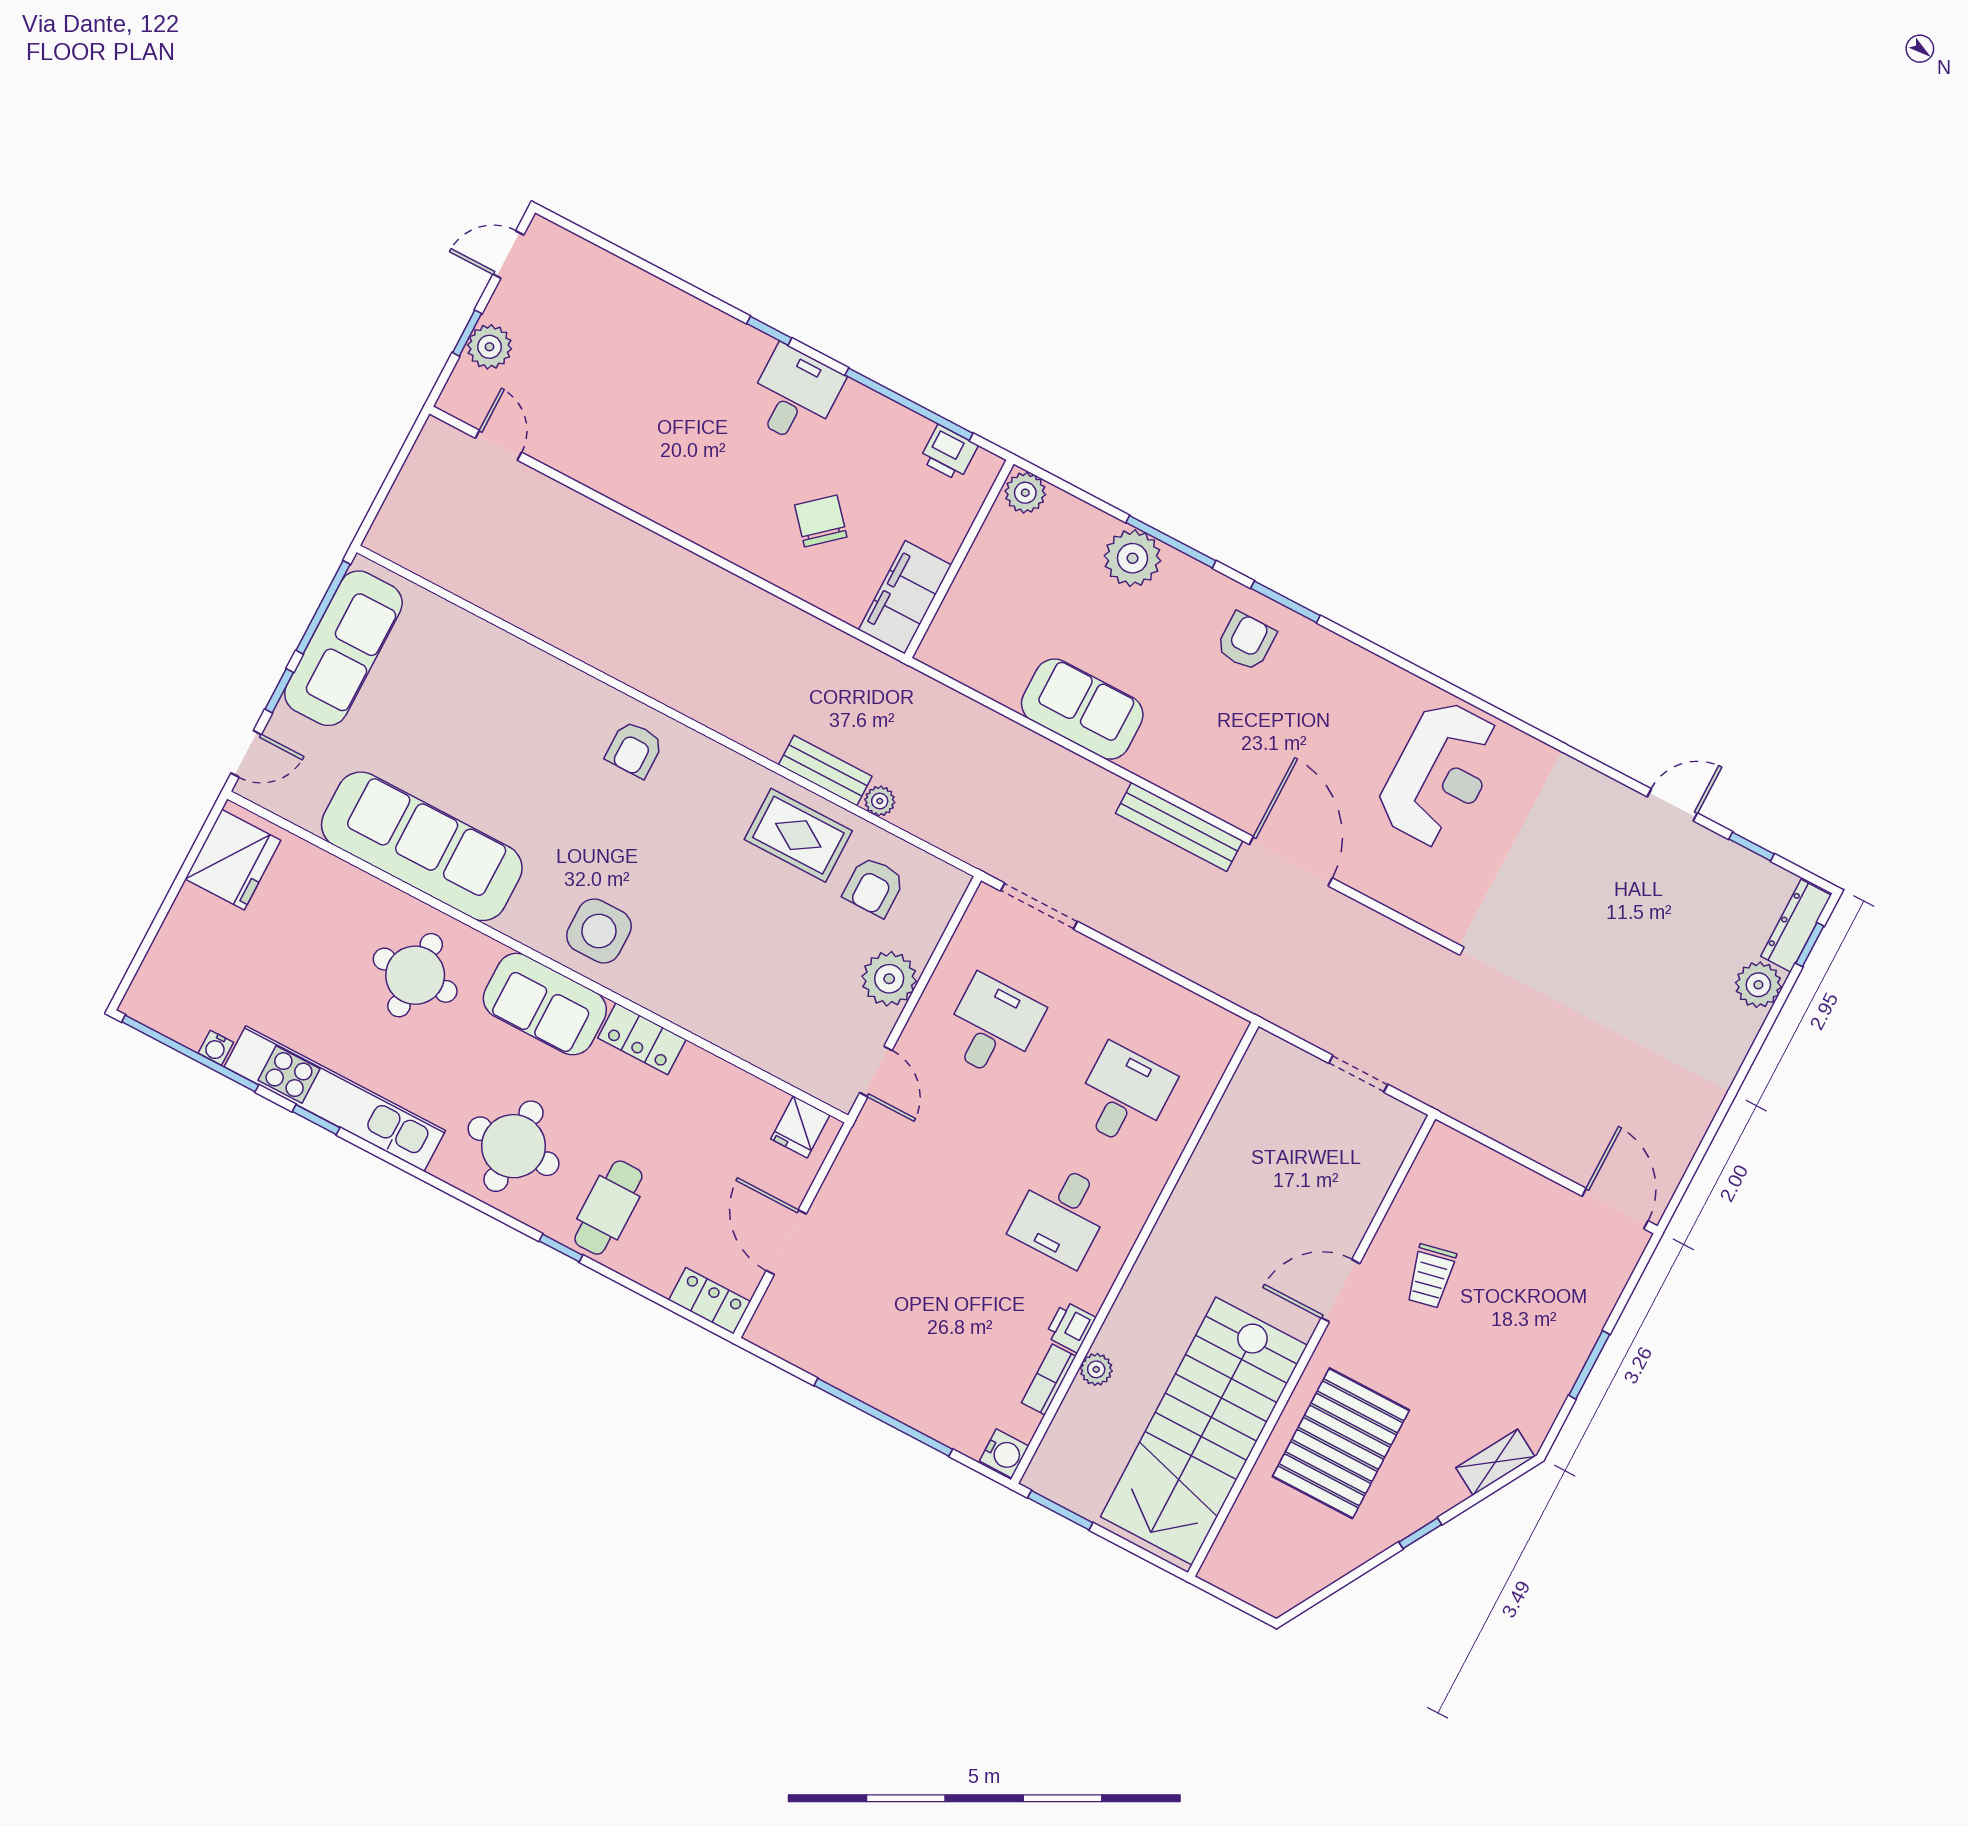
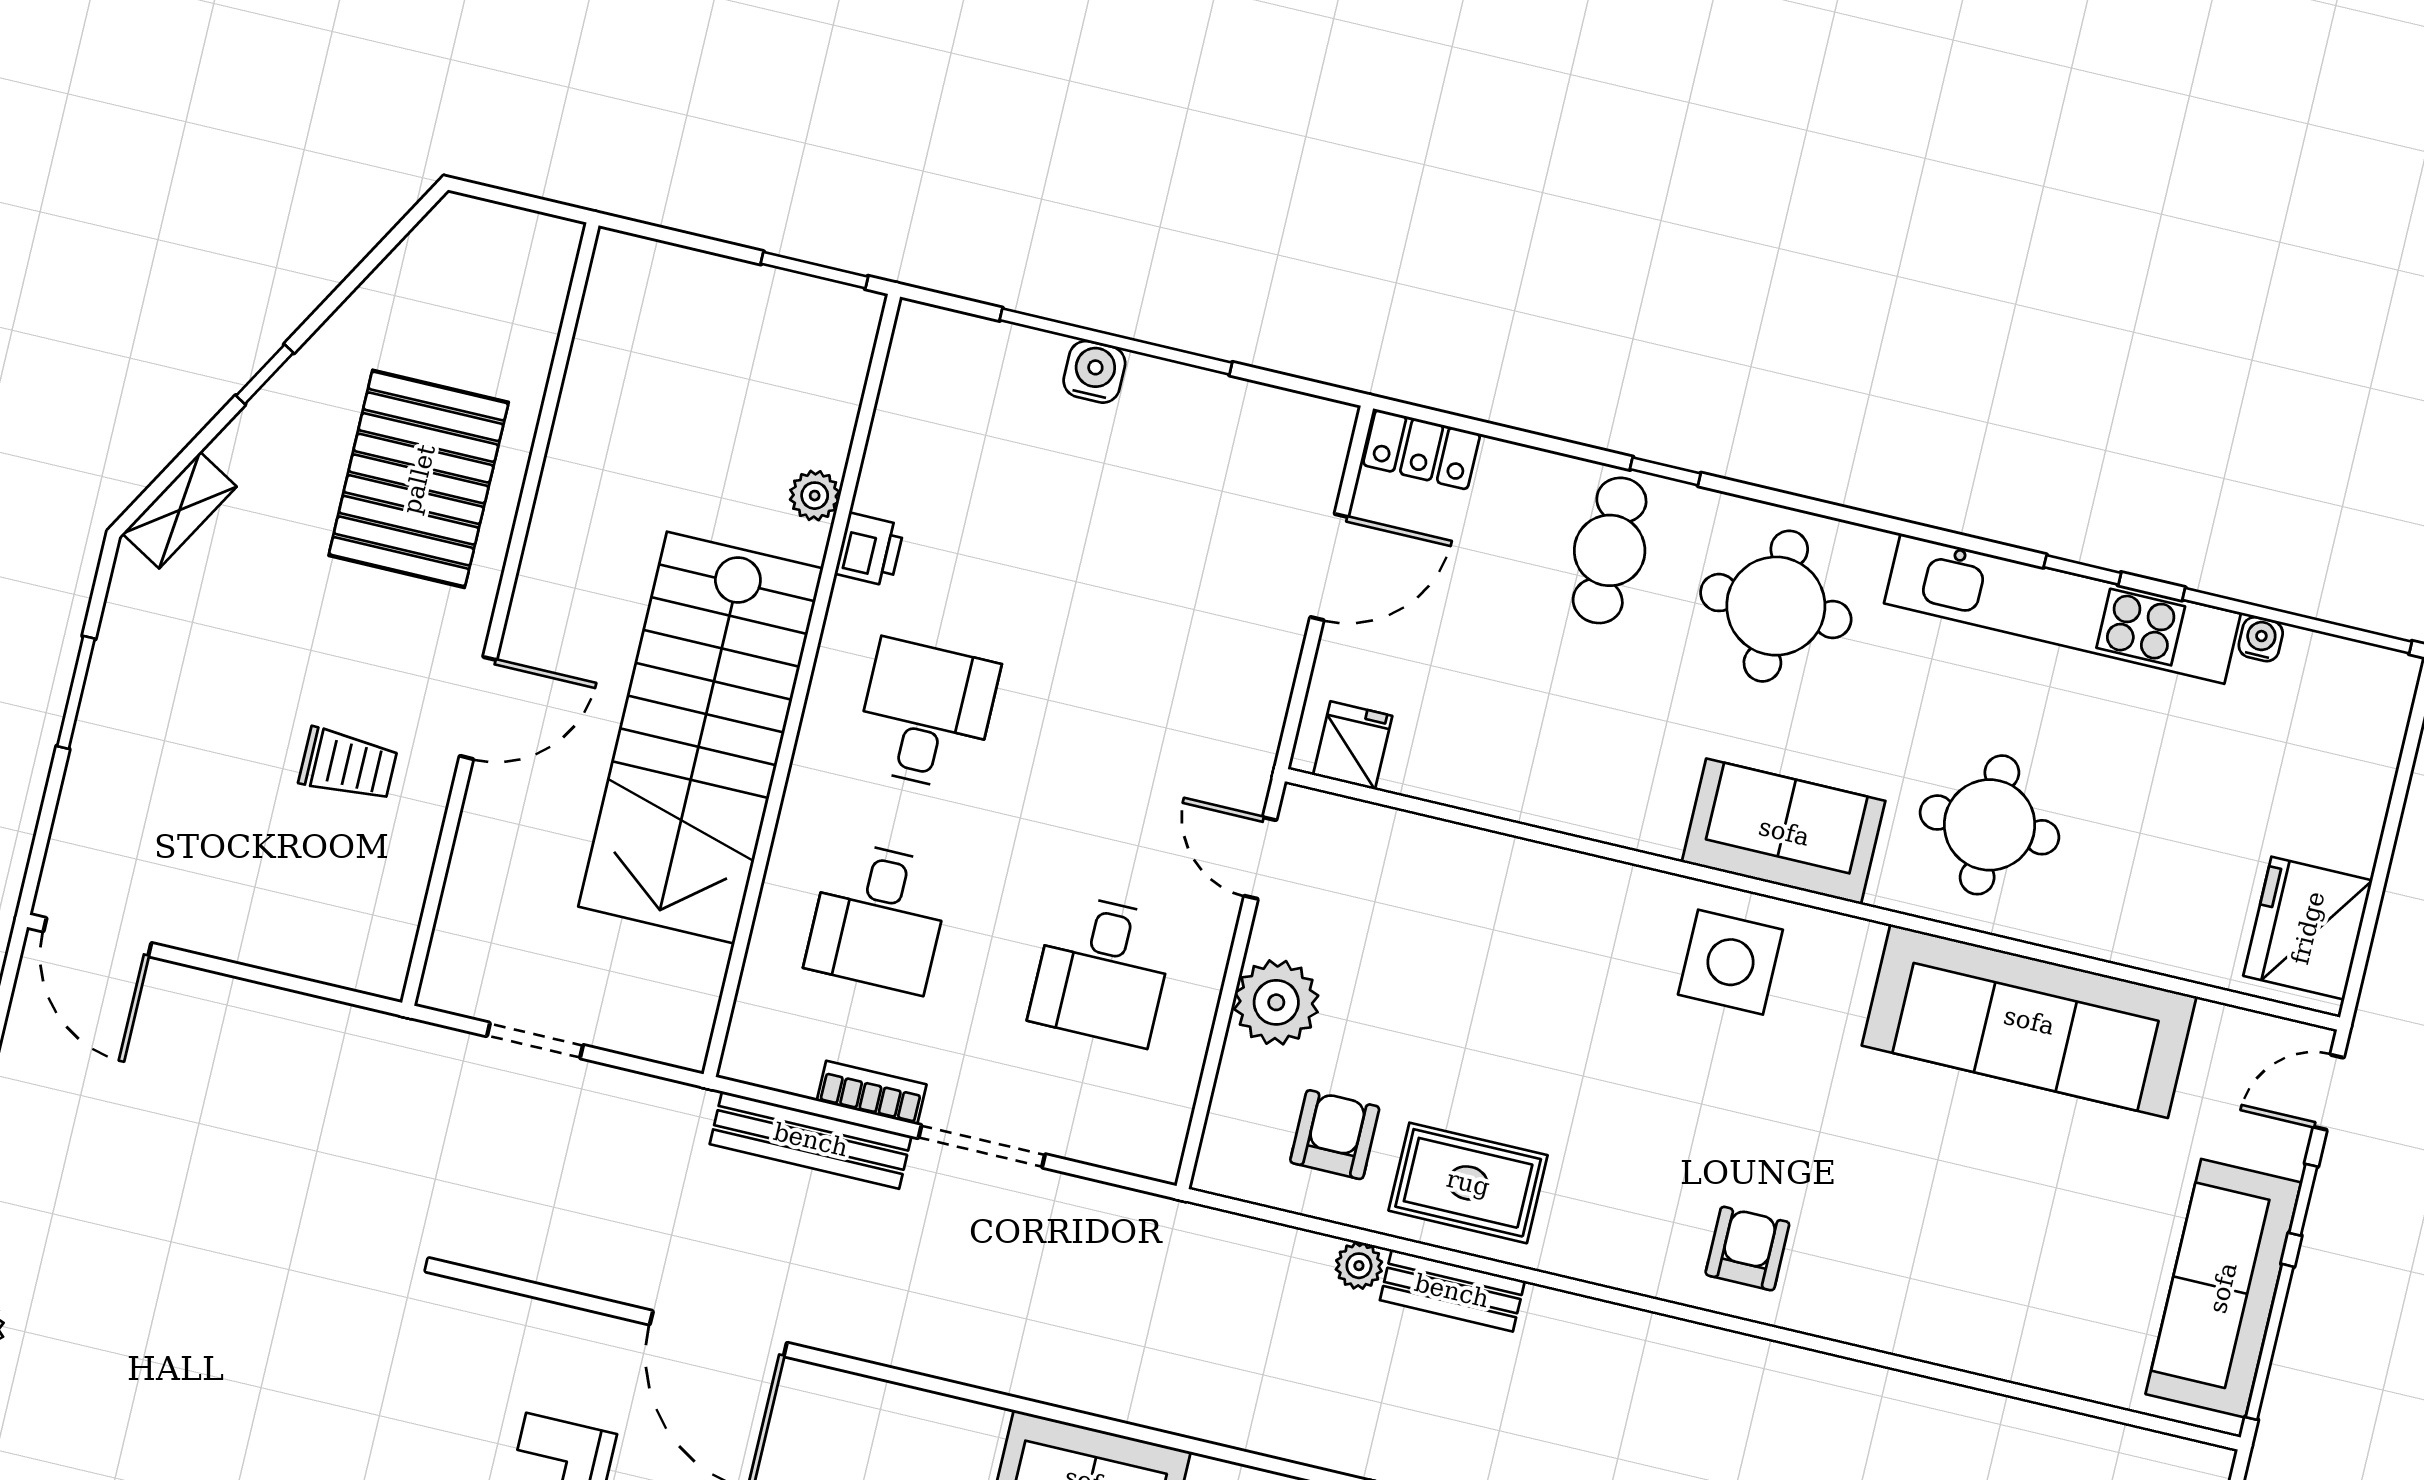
bench: (1179, 827) -> (811, 1140), moved
doorway: (1039, 906) -> (982, 1146), moved
locker: (642, 1039) -> (1624, 817), removed
door: (786, 1242) -> (1329, 567), hinge flipped
trolley: (1431, 1276) -> (348, 765), turned 102
bookcase: (1049, 1380) -> (872, 1093), moved, turned -90
stairs: (1204, 1431) -> (701, 738), moved, turned 180
water cooler: (1004, 1454) -> (1094, 372), moved, turned 90

